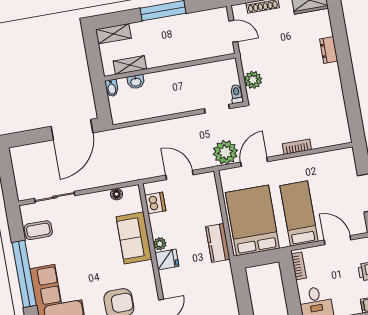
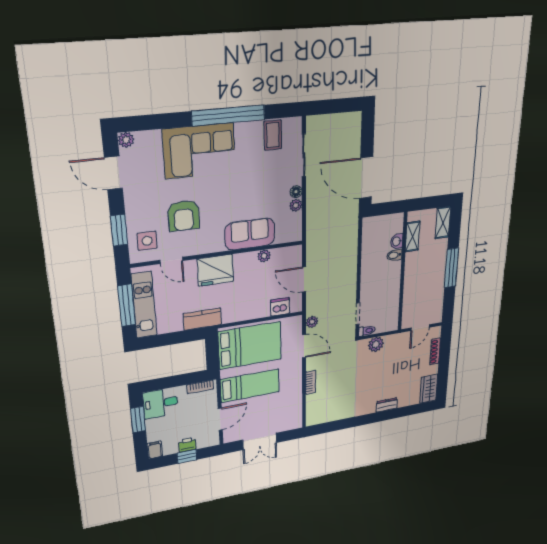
bidet: (112, 88) -> (394, 255), moved
plant: (225, 152) -> (312, 322), width x0.53, depth x0.53
door: (180, 175) -> (304, 279), swing flipped
floor lamp: (116, 194) -> (296, 192), moved
plant: (103, 197) -> (296, 205), added
dishwasher: (155, 203) -> (280, 307), moved, turned 180
kitchen counter: (218, 243) -> (202, 319), moved
plant: (160, 244) -> (264, 256), moved
fridge: (167, 259) -> (215, 270), width x1.88, depth x1.34

